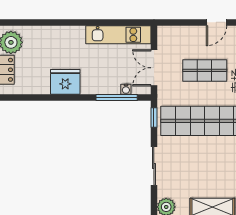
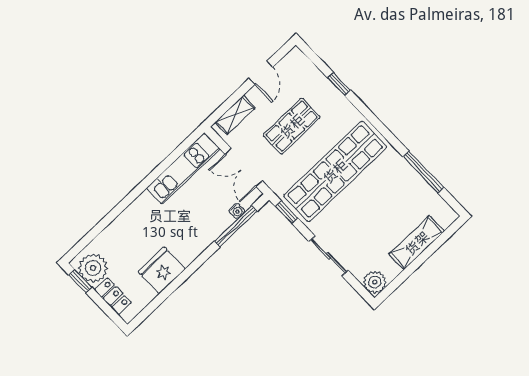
shelving: (178, 33) -> (235, 115), added
fridge: (65, 82) -> (162, 270), moved

